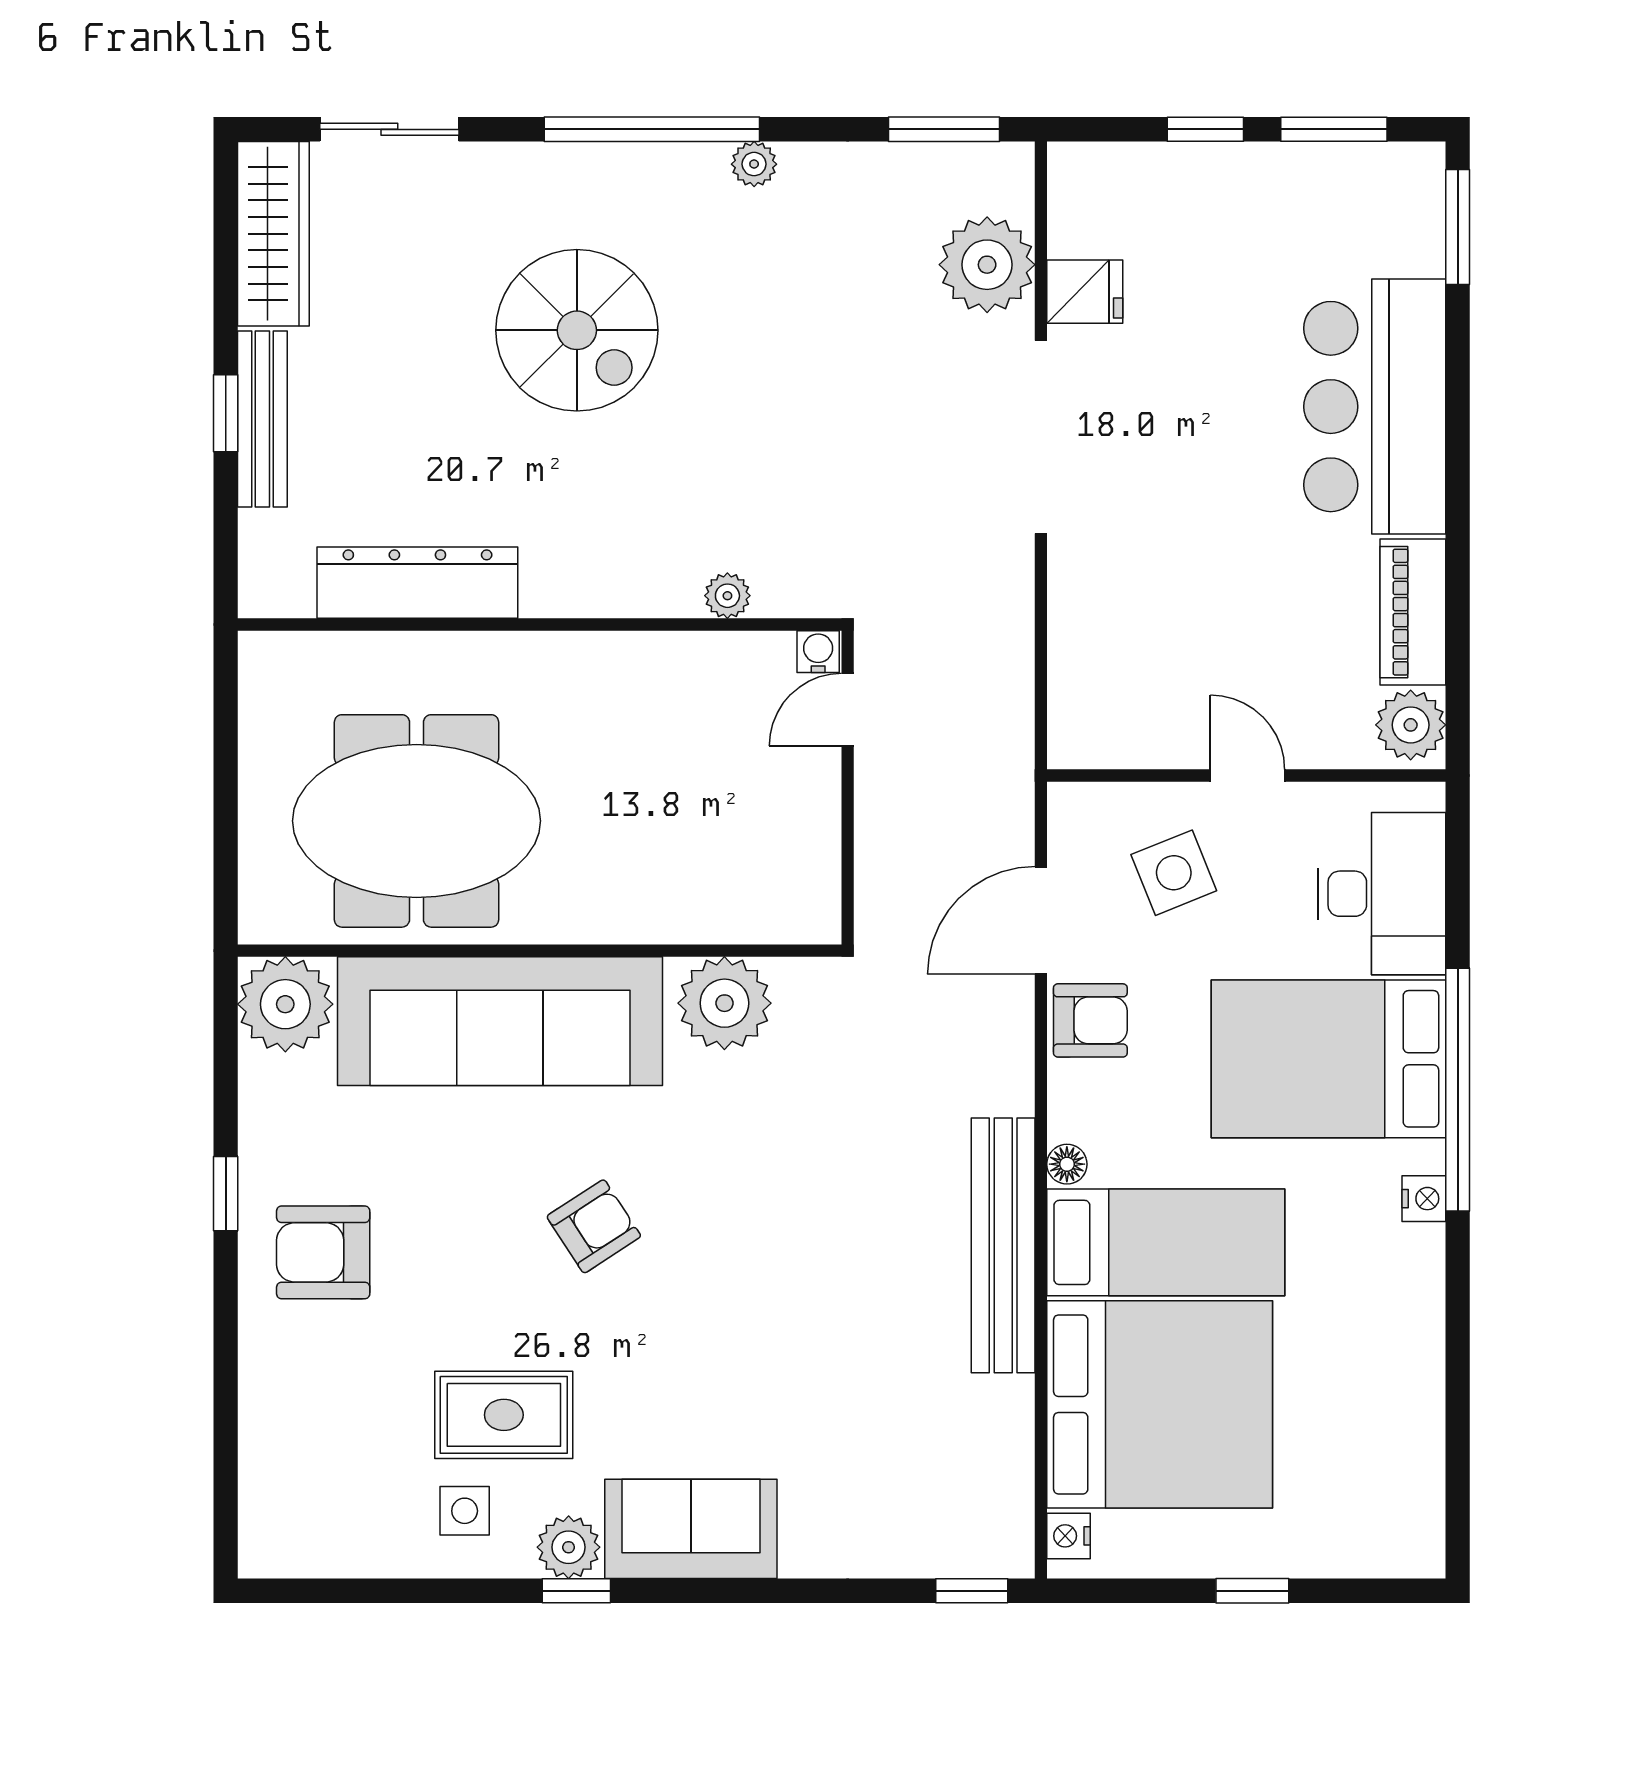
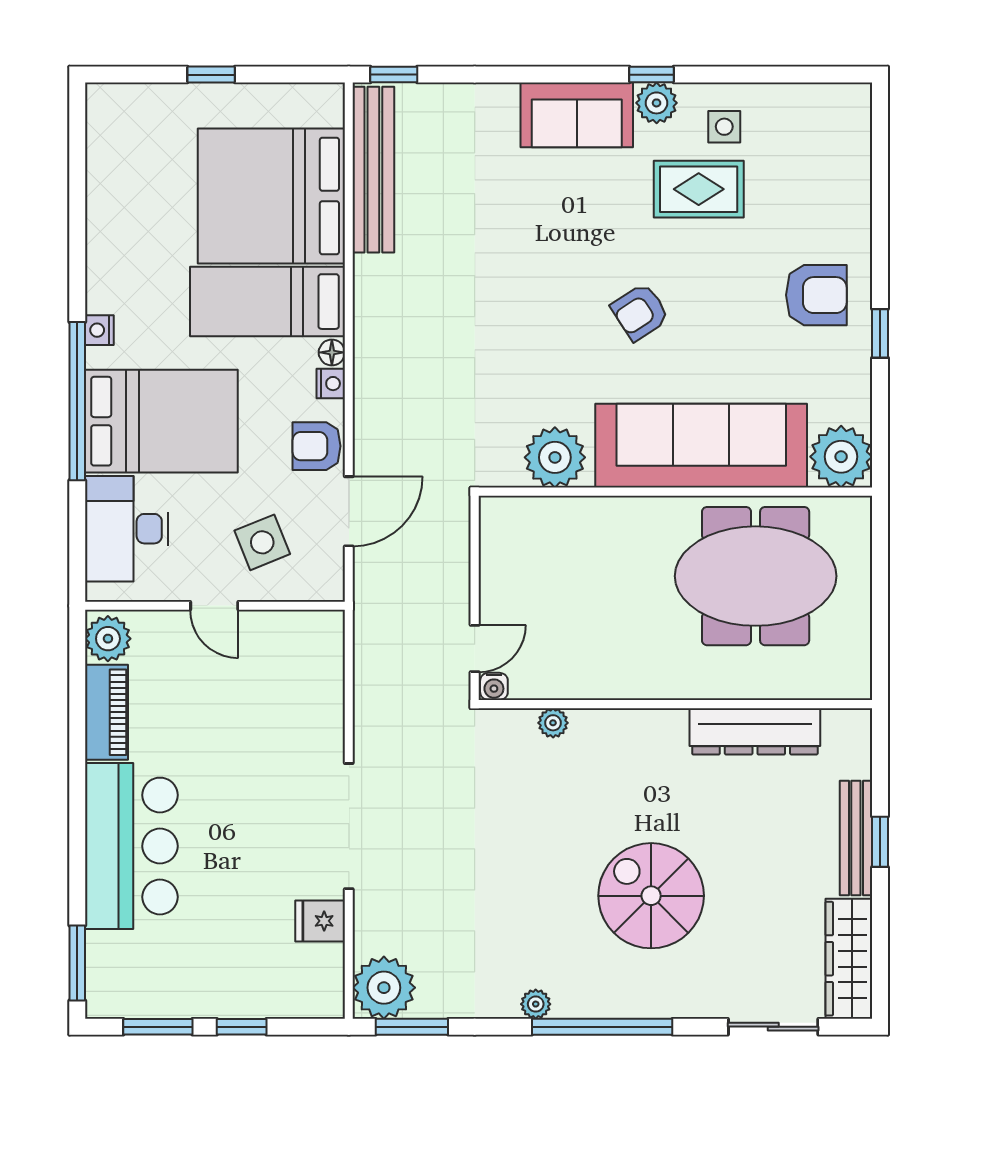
plant: (987, 265) -> (384, 988), moved
bench: (1003, 1245) -> (373, 170), moved
nightstand: (1069, 1536) -> (331, 384), moved

